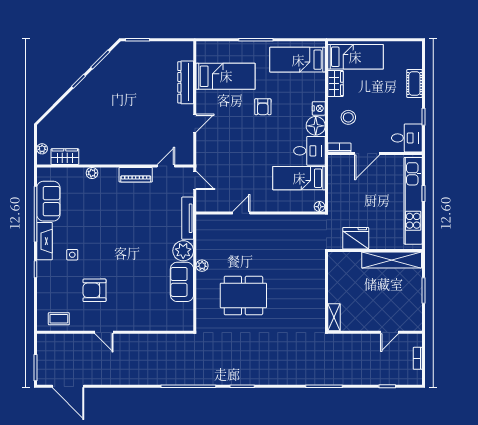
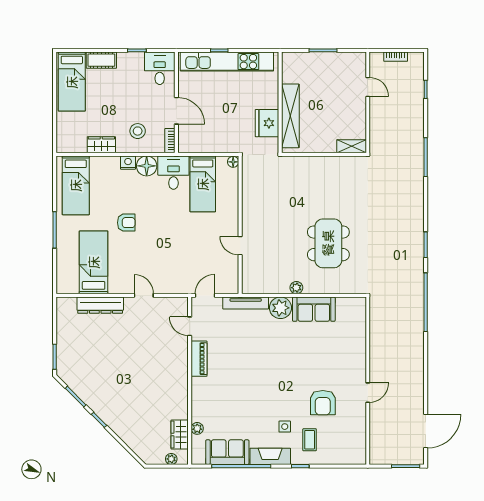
bed: (355, 57) -> (72, 82), moved, turned 180
plant: (92, 173) -> (197, 428), moved
shelving: (392, 260) -> (290, 116), moved
coffee table: (59, 319) -> (310, 440), moved

